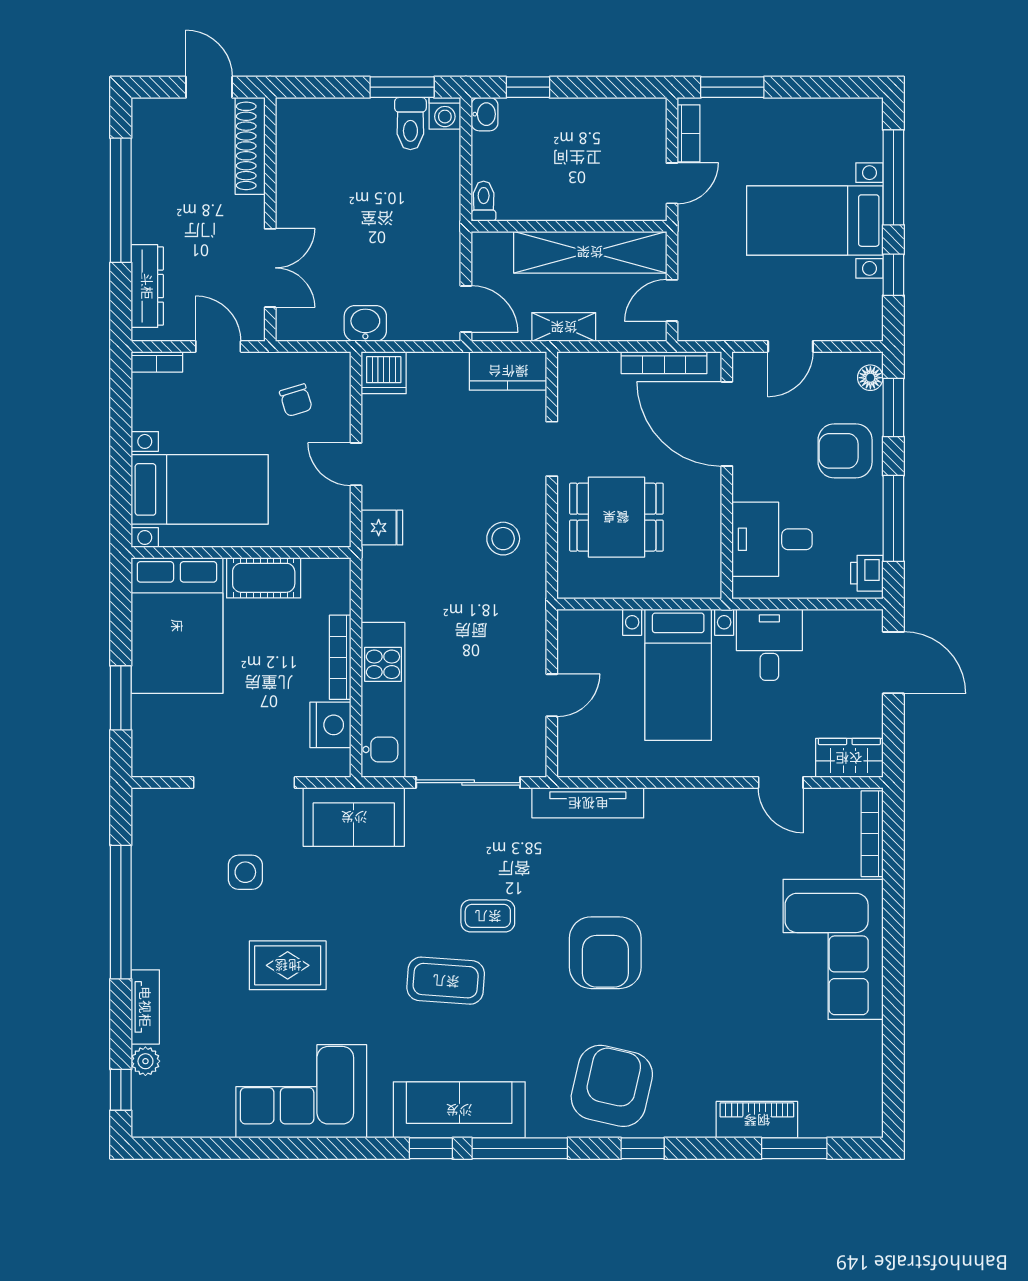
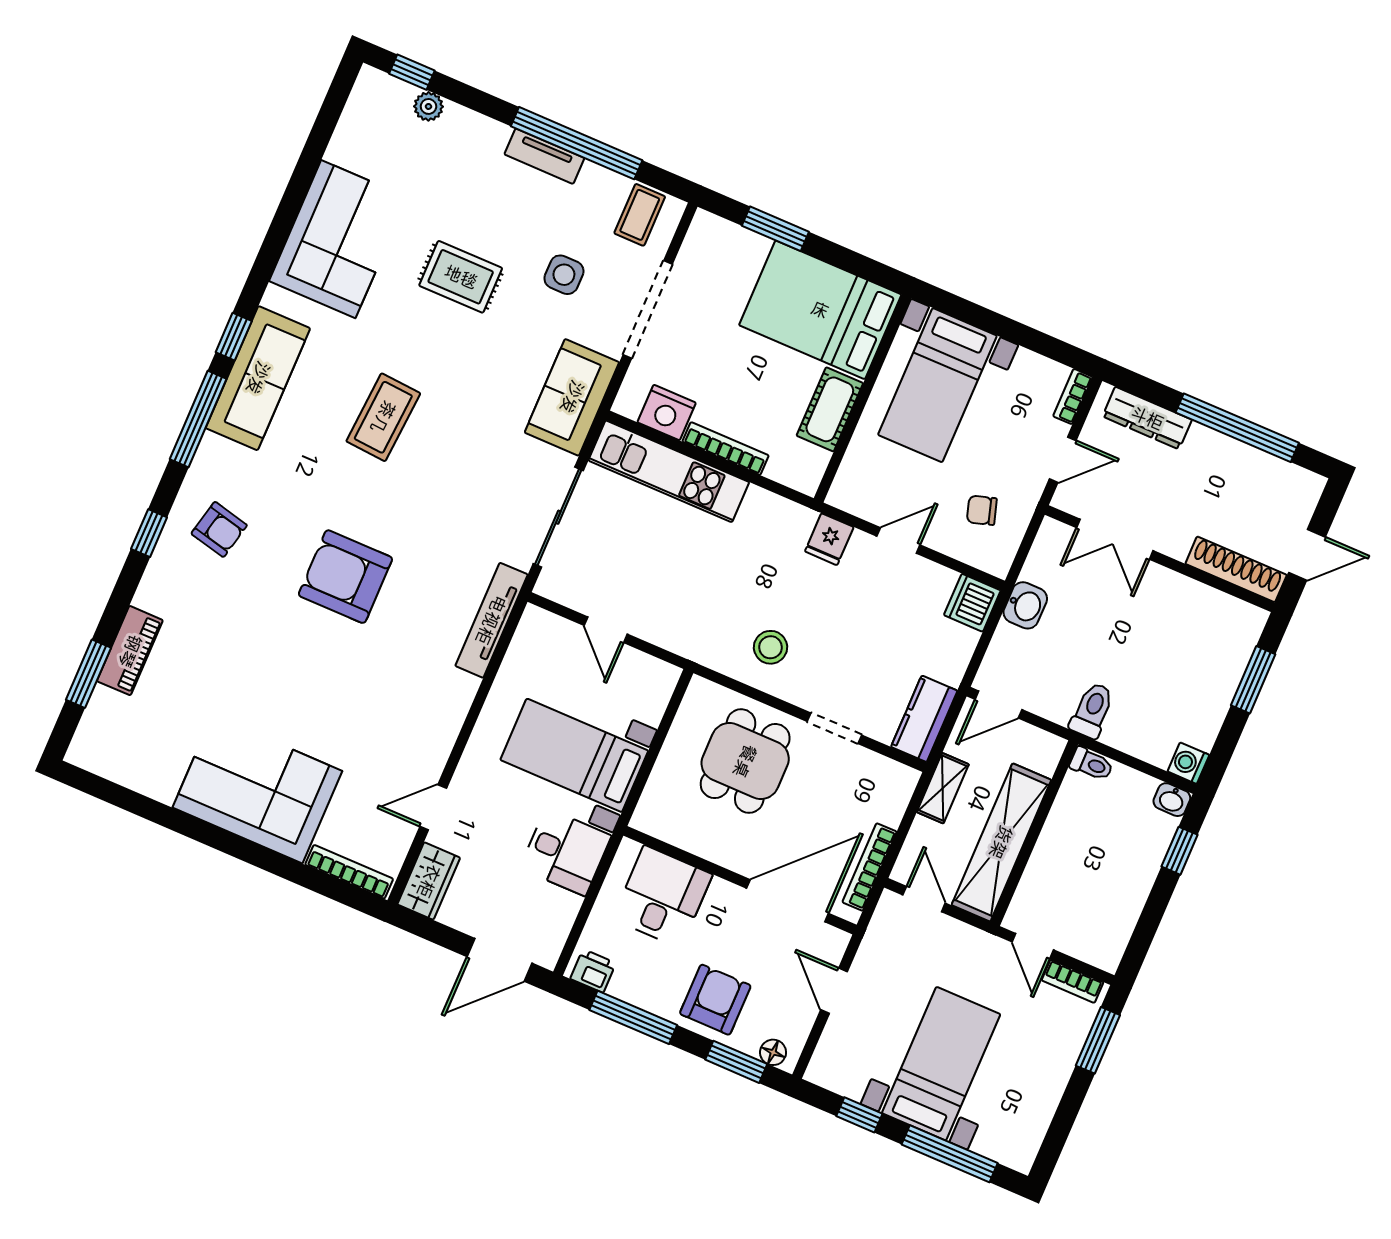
window: (402, 87) -> (1253, 680), moved
toilet: (410, 124) -> (1092, 710), moved, turned 90
coffee table: (488, 916) -> (640, 215), moved
rug: (288, 965) -> (461, 277), turned 90
tv unit: (145, 1007) -> (544, 156), moved
armchair: (612, 1086) -> (219, 529), width x0.53, depth x0.53

